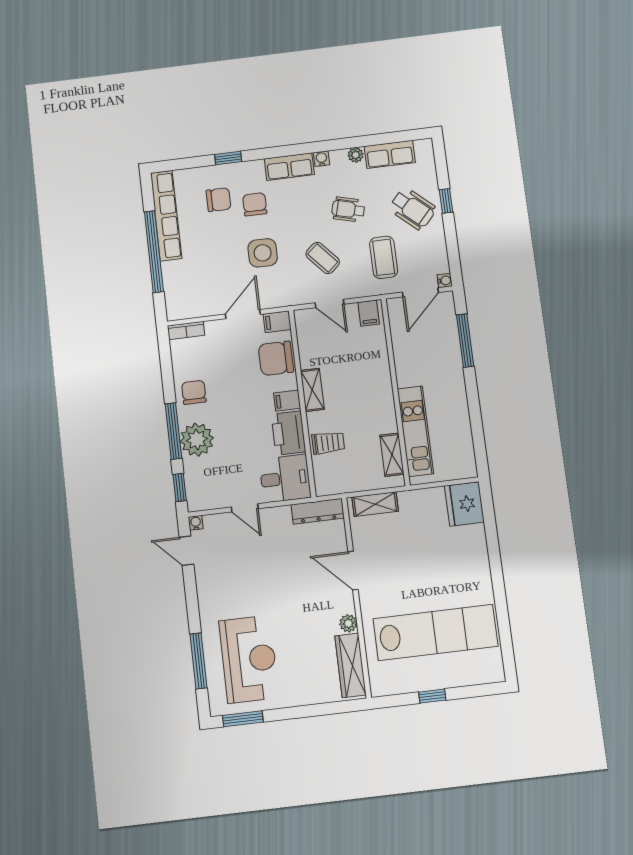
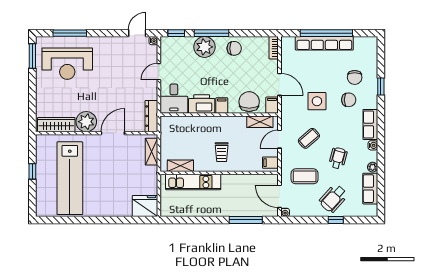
row of seats: (166, 216) -> (324, 43), moved
shelving: (312, 390) -> (260, 122), moved
trolley: (328, 443) -> (222, 152), moved
plant: (348, 623) -> (86, 122), width x1.87, depth x1.87

